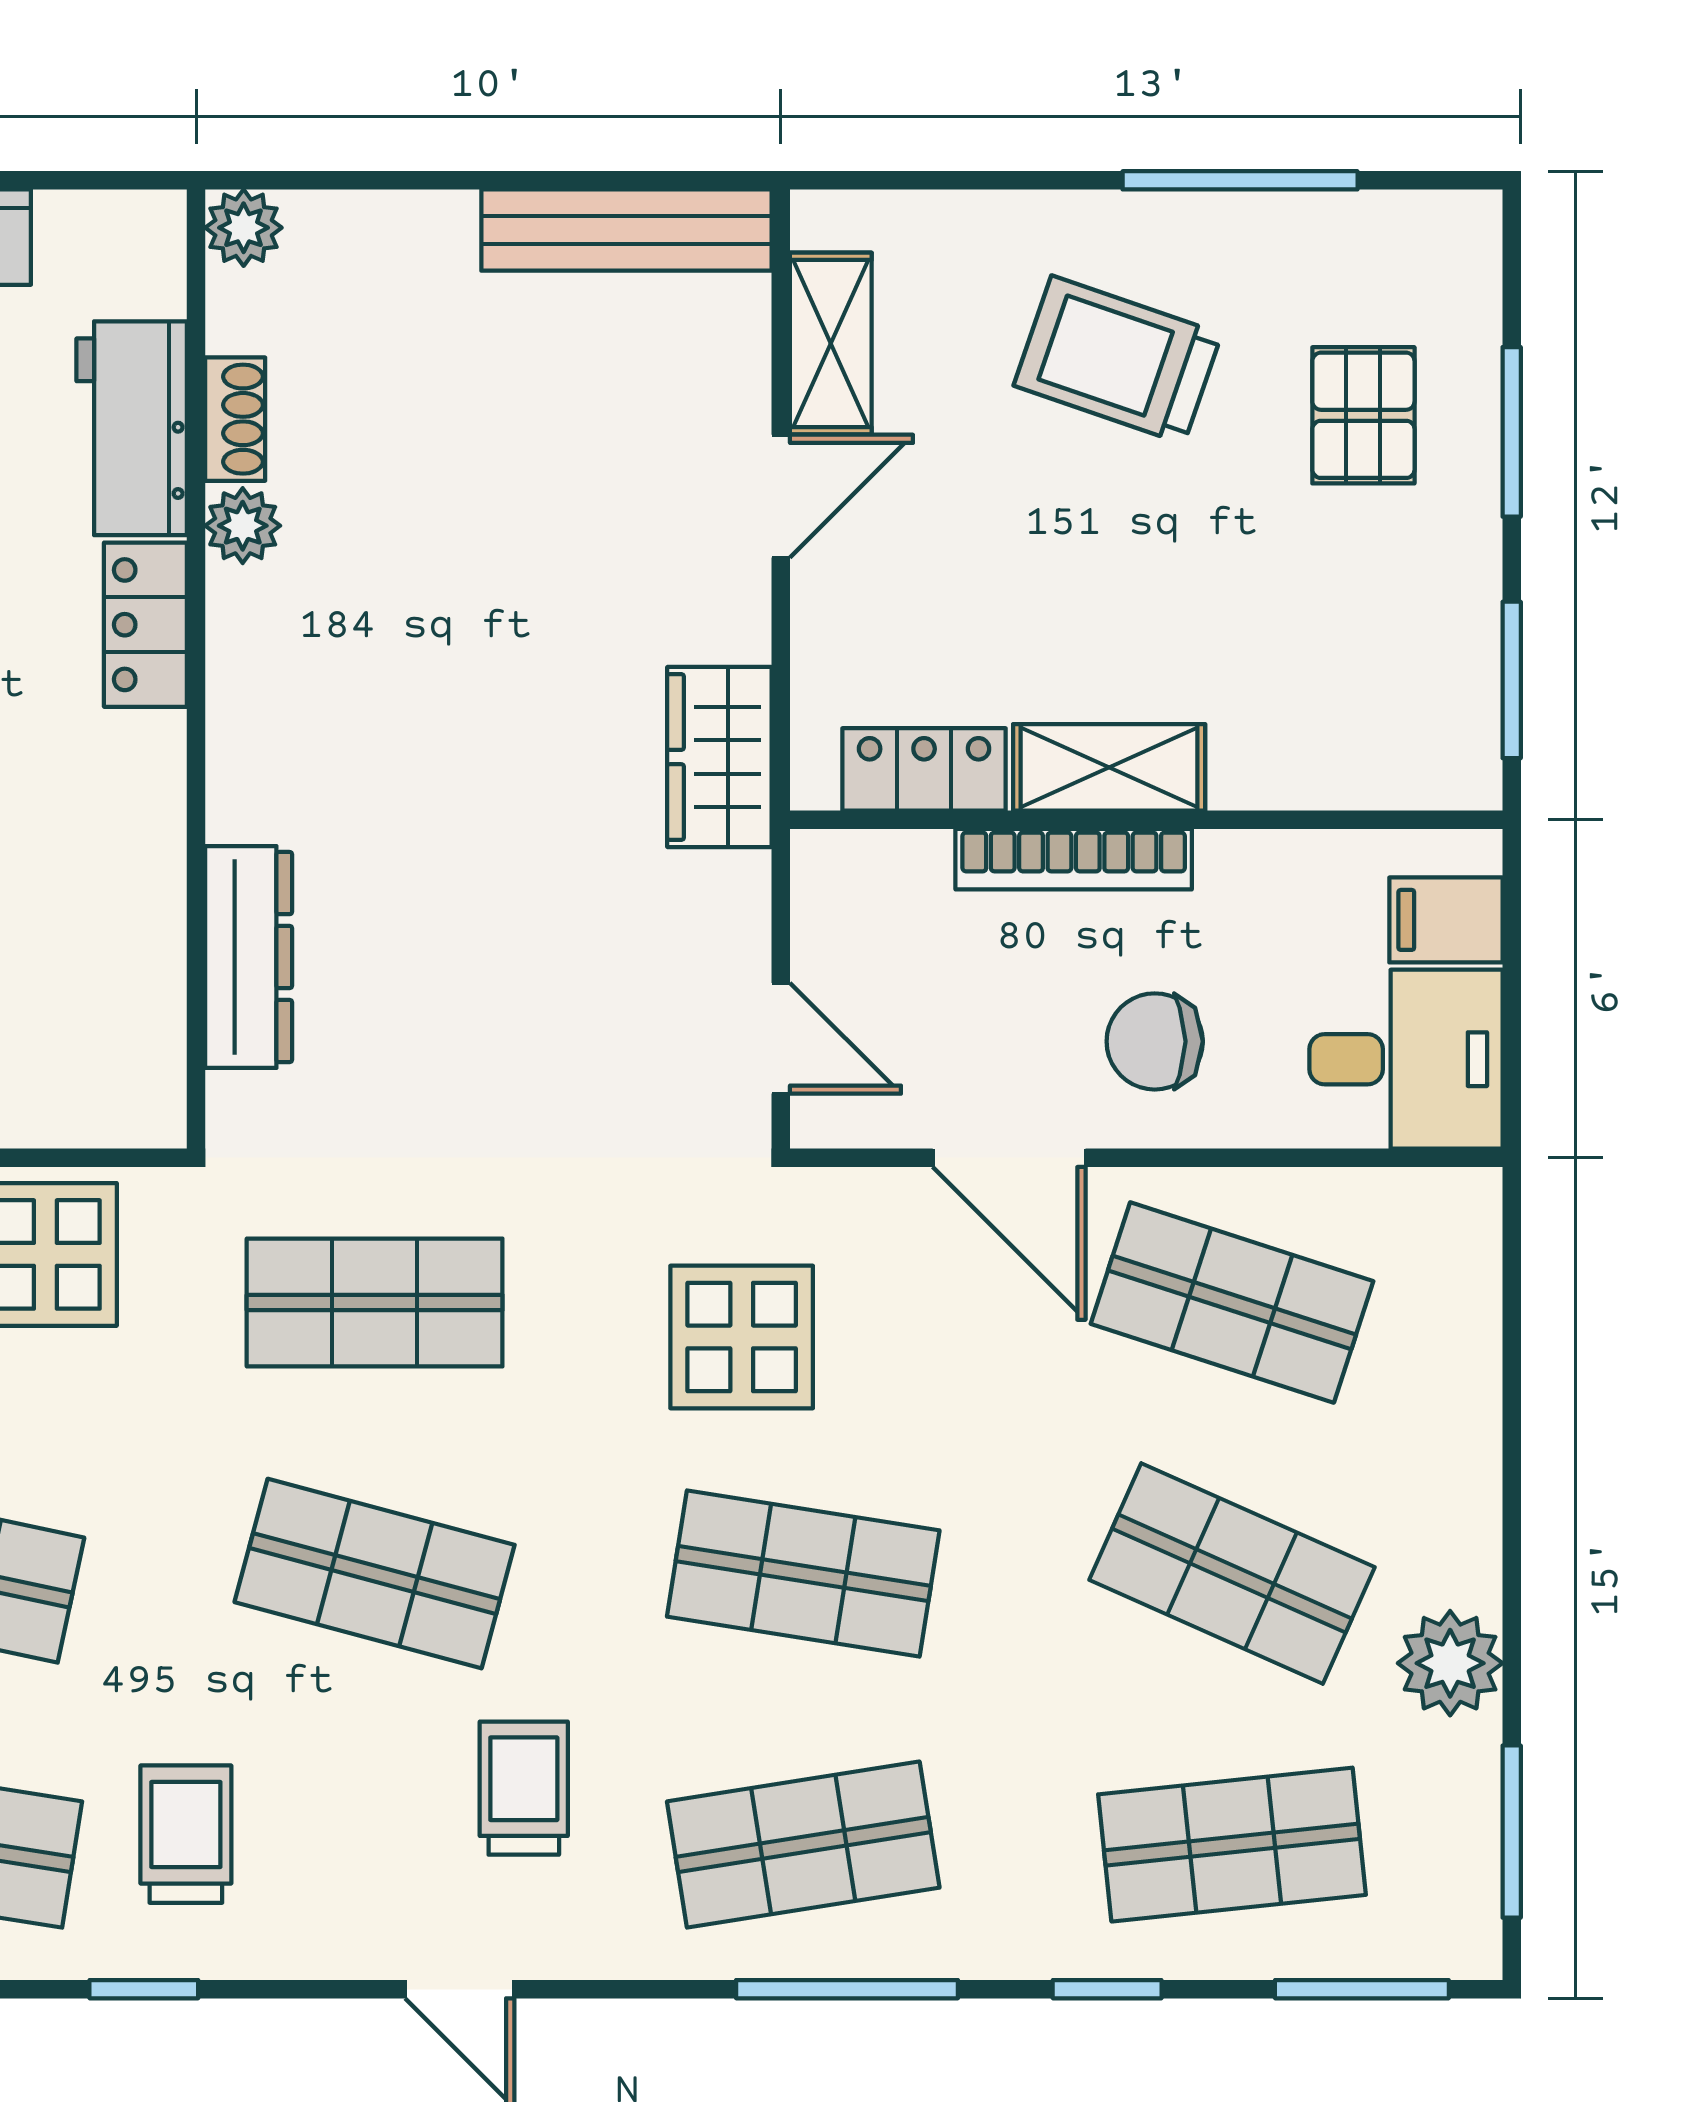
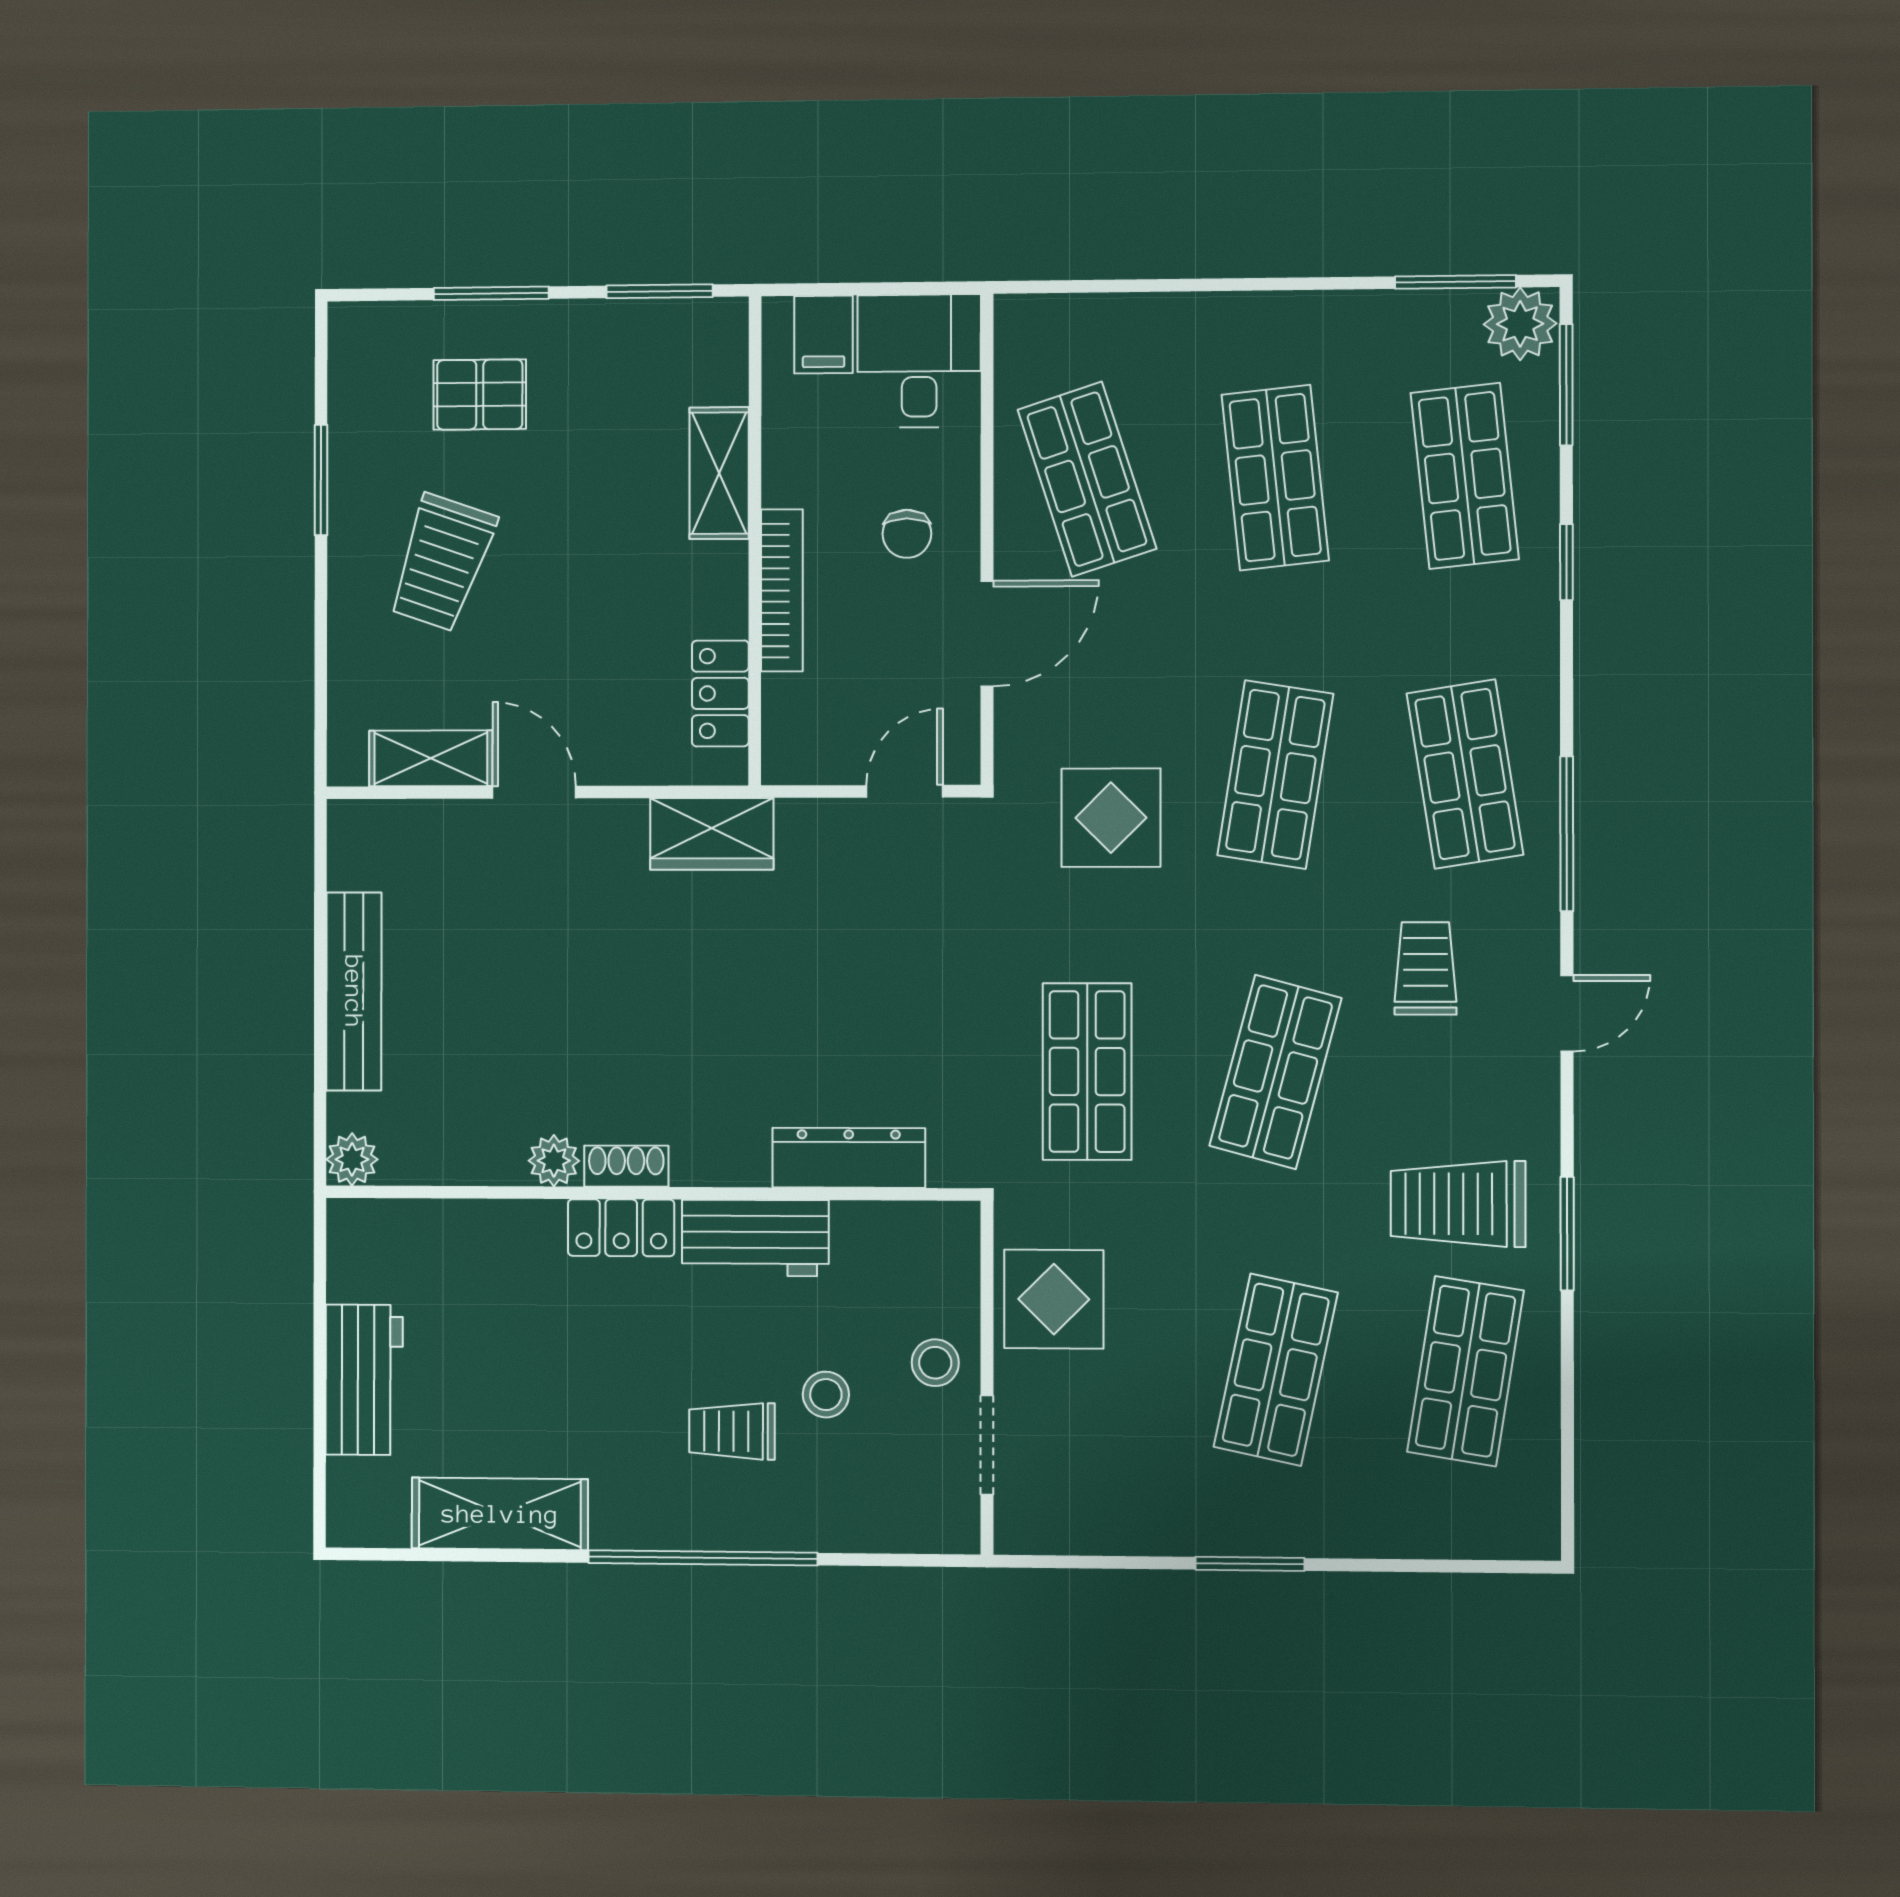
window: (1240, 180) -> (321, 480), width x0.69
bench: (626, 230) -> (354, 992), moved
shoe rack: (235, 419) -> (626, 1166), moved
workbench: (132, 428) -> (755, 1238), moved
shelving: (1109, 767) -> (719, 473), moved
chair: (1155, 1041) -> (907, 534), width x0.73, depth x0.73
shop shelf: (1232, 1302) -> (1087, 479), turned -36
shop shelf: (1232, 1574) -> (1275, 478), turned -30
plant: (1450, 1663) -> (1520, 324), moved
trolley: (524, 1788) -> (1426, 968), turned 90
trolley: (186, 1834) -> (1458, 1204), width x1.36, depth x1.39
window: (144, 1989) -> (1567, 1234), width x1.50
window: (847, 1989) -> (1567, 834), moved

